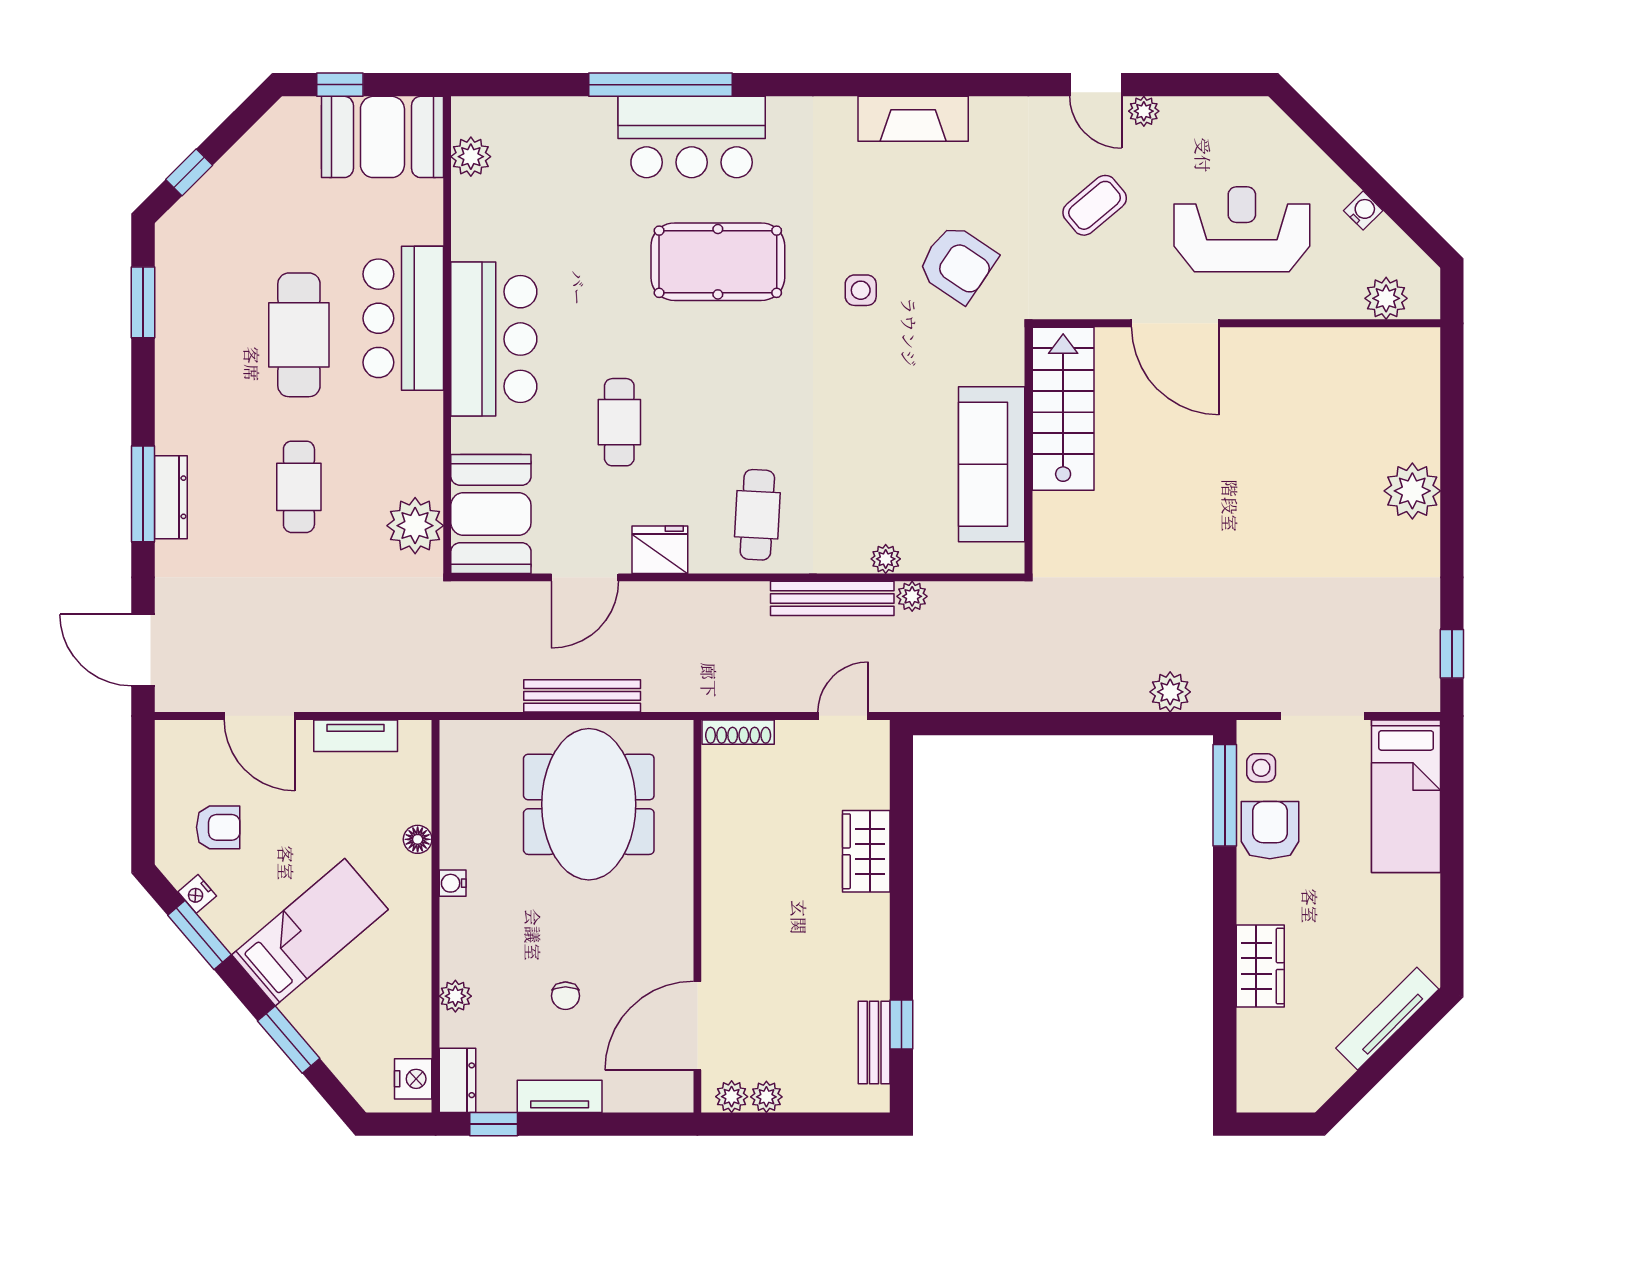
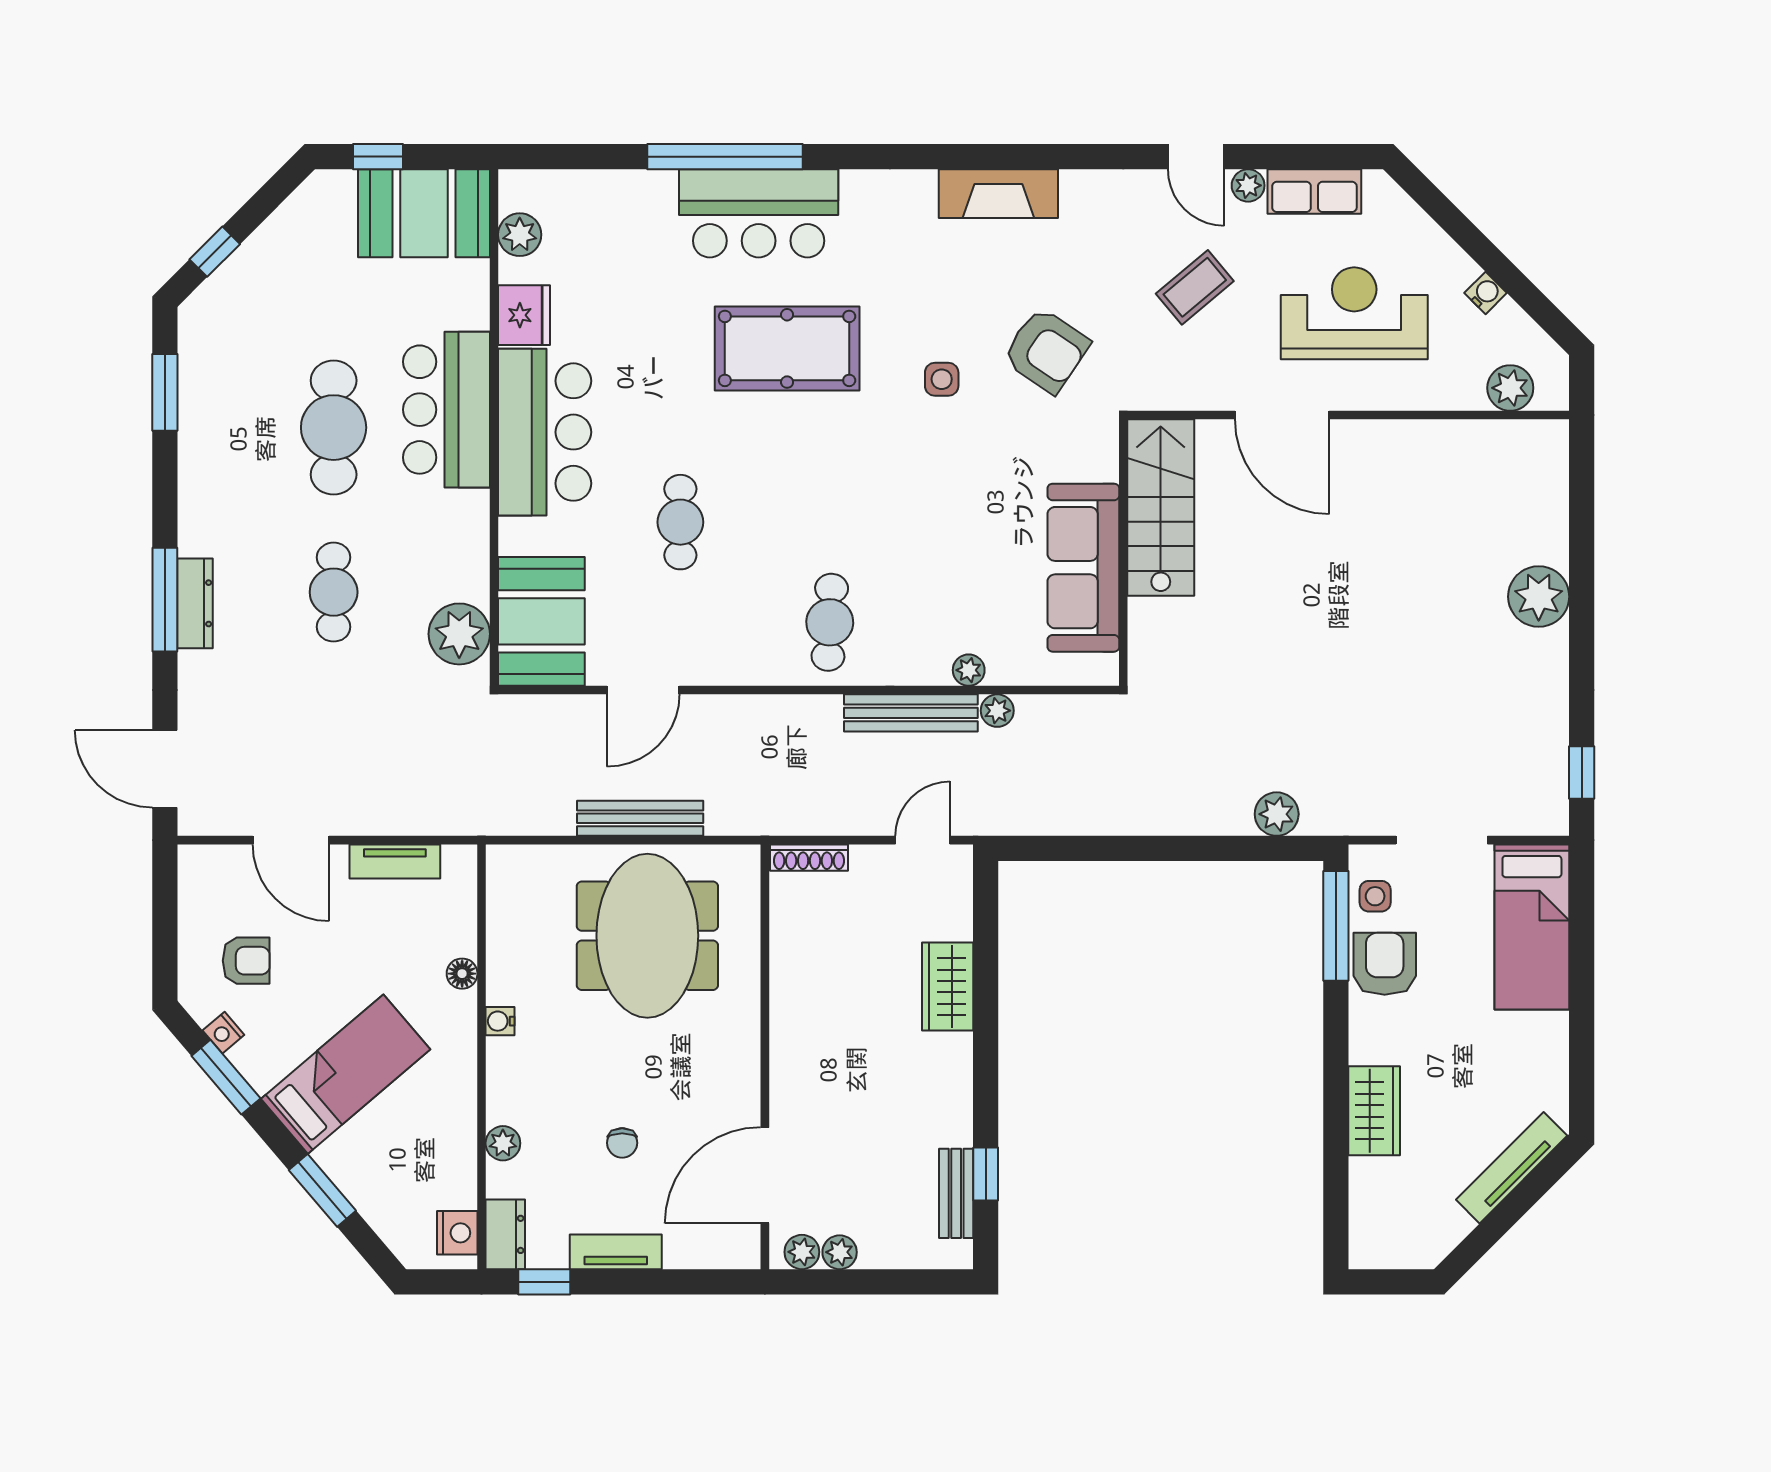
row of seats: (1205, 117) -> (1314, 192), added
fridge: (660, 550) -> (524, 315), moved, turned 90

